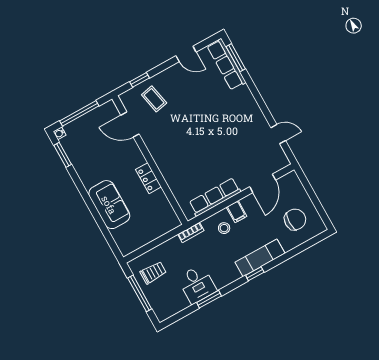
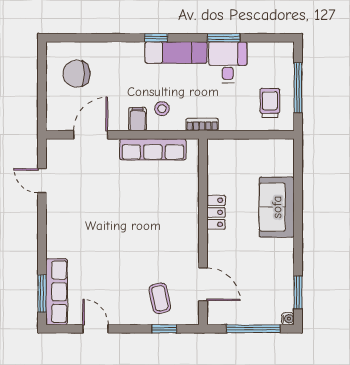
exam couch: (260, 258) -> (176, 53), moved
trolley: (153, 273) -> (270, 103), turned 90

